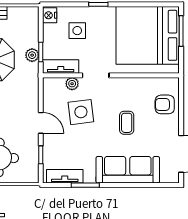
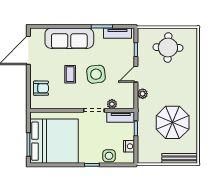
nightstand: (50, 15) -> (129, 146), moved
side table: (77, 31) -> (109, 156), moved
plant: (32, 55) -> (143, 94), moved
side table: (81, 112) -> (96, 74), moved
door: (41, 123) -> (136, 74), hinge flipped

